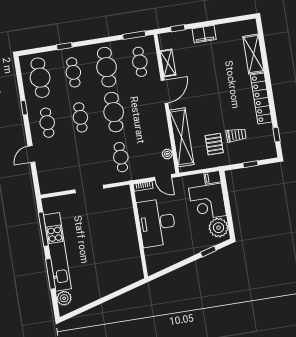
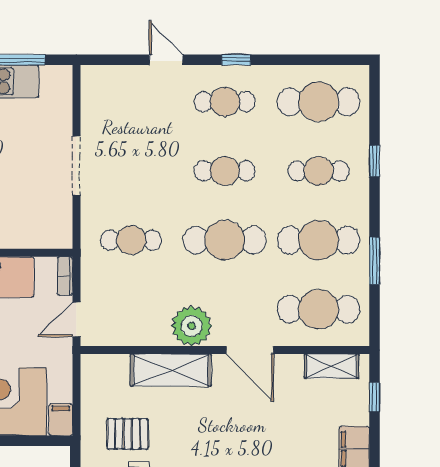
window: (134, 35) -> (374, 261), moved
cafe table: (140, 62) -> (318, 309), width x1.37, depth x1.35
shelving: (168, 63) -> (332, 366), moved
window: (24, 108) -> (236, 60), moved
shelving: (182, 137) -> (171, 370), width x0.68
plant: (167, 154) -> (192, 326), moved, width x1.88, depth x1.88

